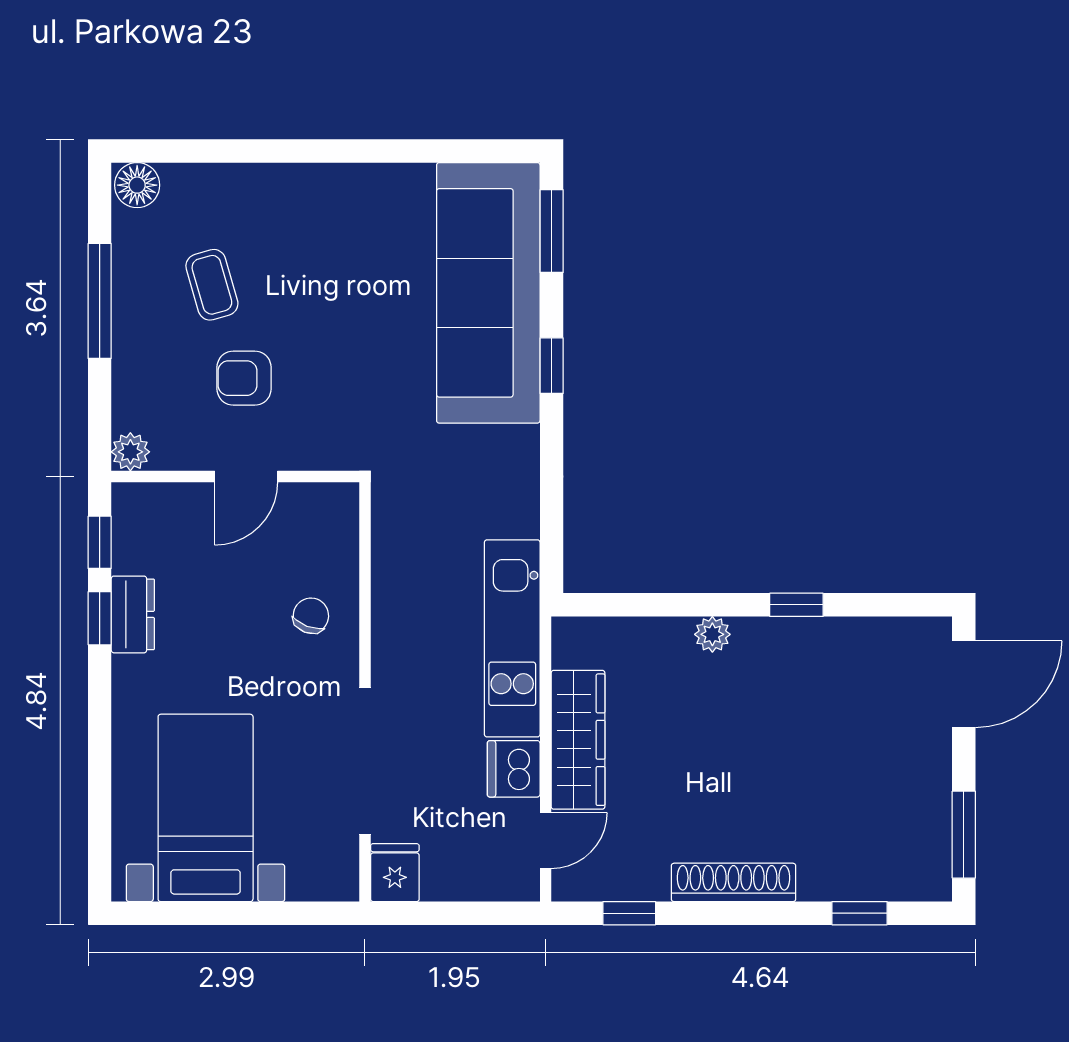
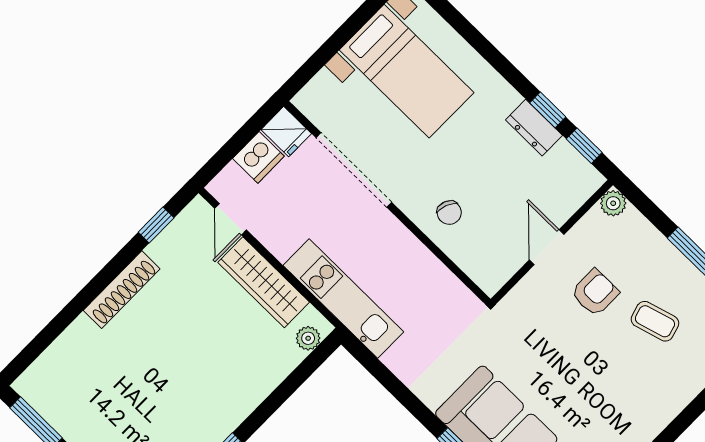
plant: (712, 634) -> (308, 338), moved
dishwasher: (514, 769) -> (258, 157), moved, turned 90
window: (860, 913) -> (47, 336), removed

